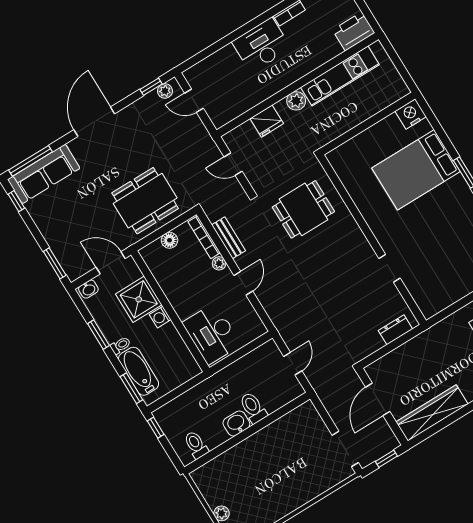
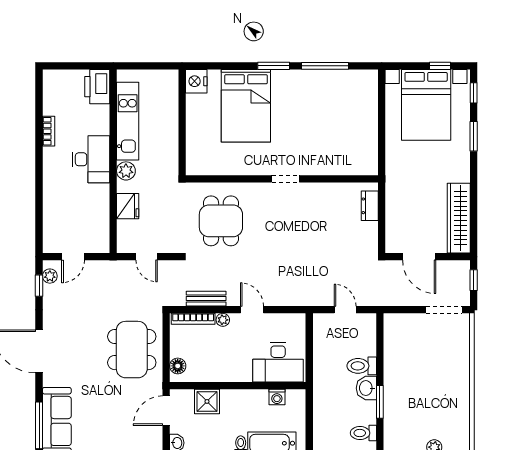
desk: (261, 45) -> (91, 159), moved, turned 180
door: (233, 164) -> (147, 257), hinge flipped
floor lamp: (169, 240) -> (178, 366), moved
doorway: (390, 268) -> (285, 179), moved
shower: (139, 299) -> (207, 401), width x0.73, depth x0.73
washing machine: (160, 317) -> (277, 397), moved
window: (232, 443) -> (380, 402), added

